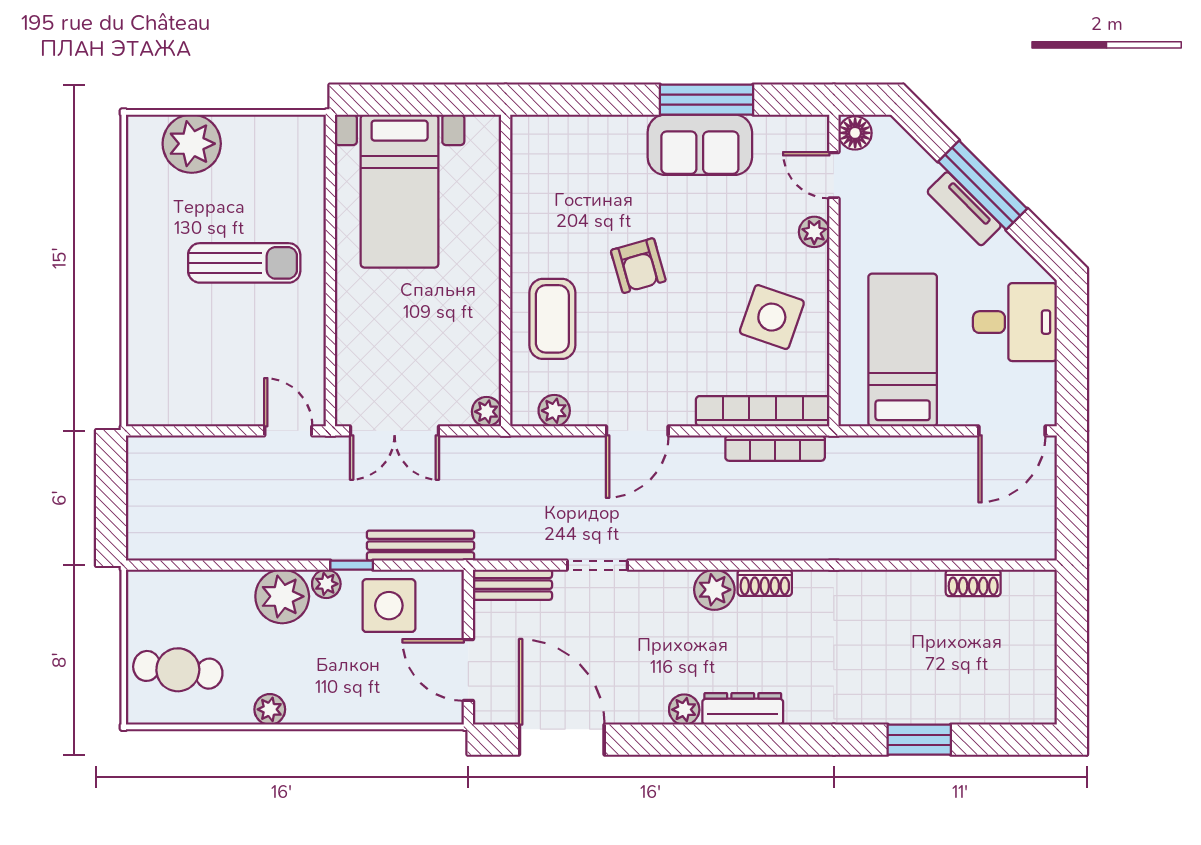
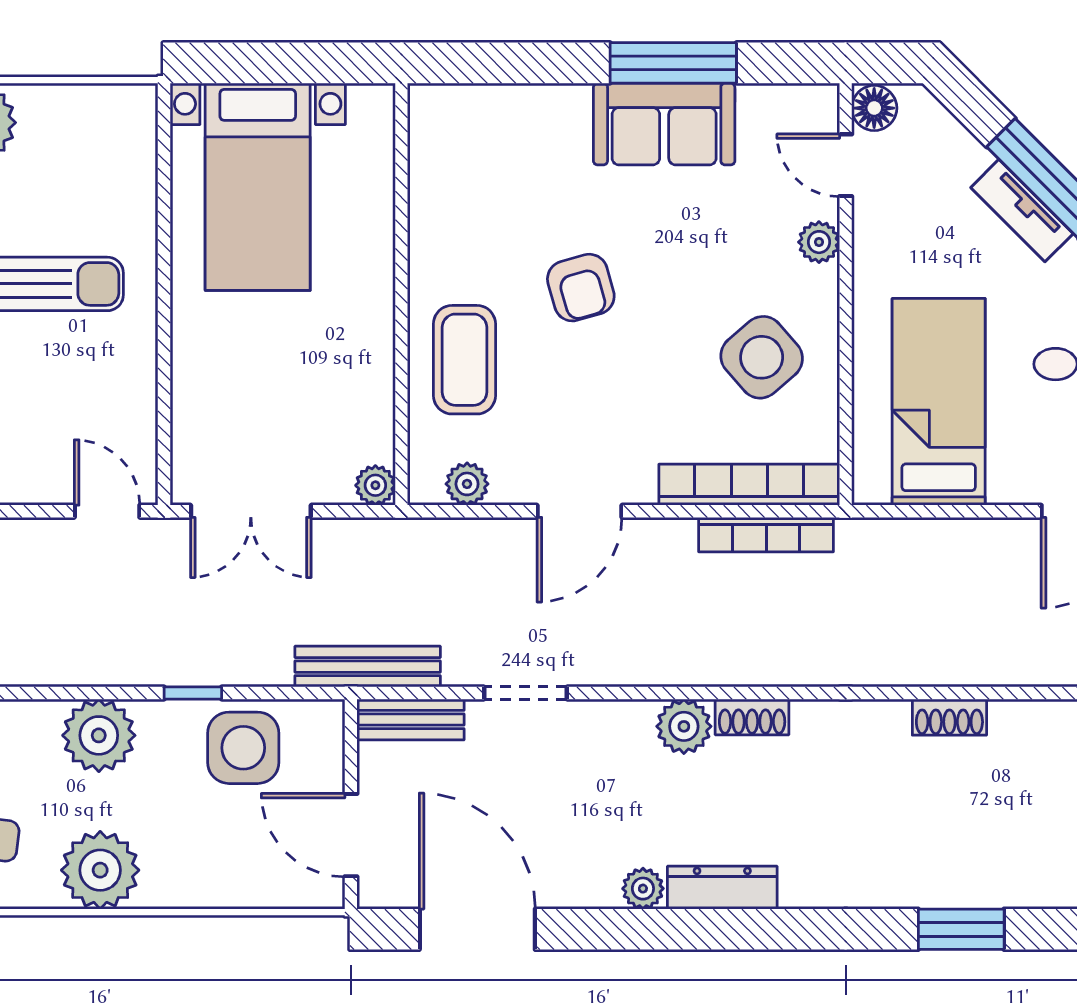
side table: (772, 317) -> (762, 357), turned 30
bench: (421, 546) -> (368, 667), moved
shoe rack: (973, 583) -> (949, 717), moved
plant: (326, 584) -> (158, 718), removed
plant: (270, 709) -> (100, 870), width x1.87, depth x1.87

